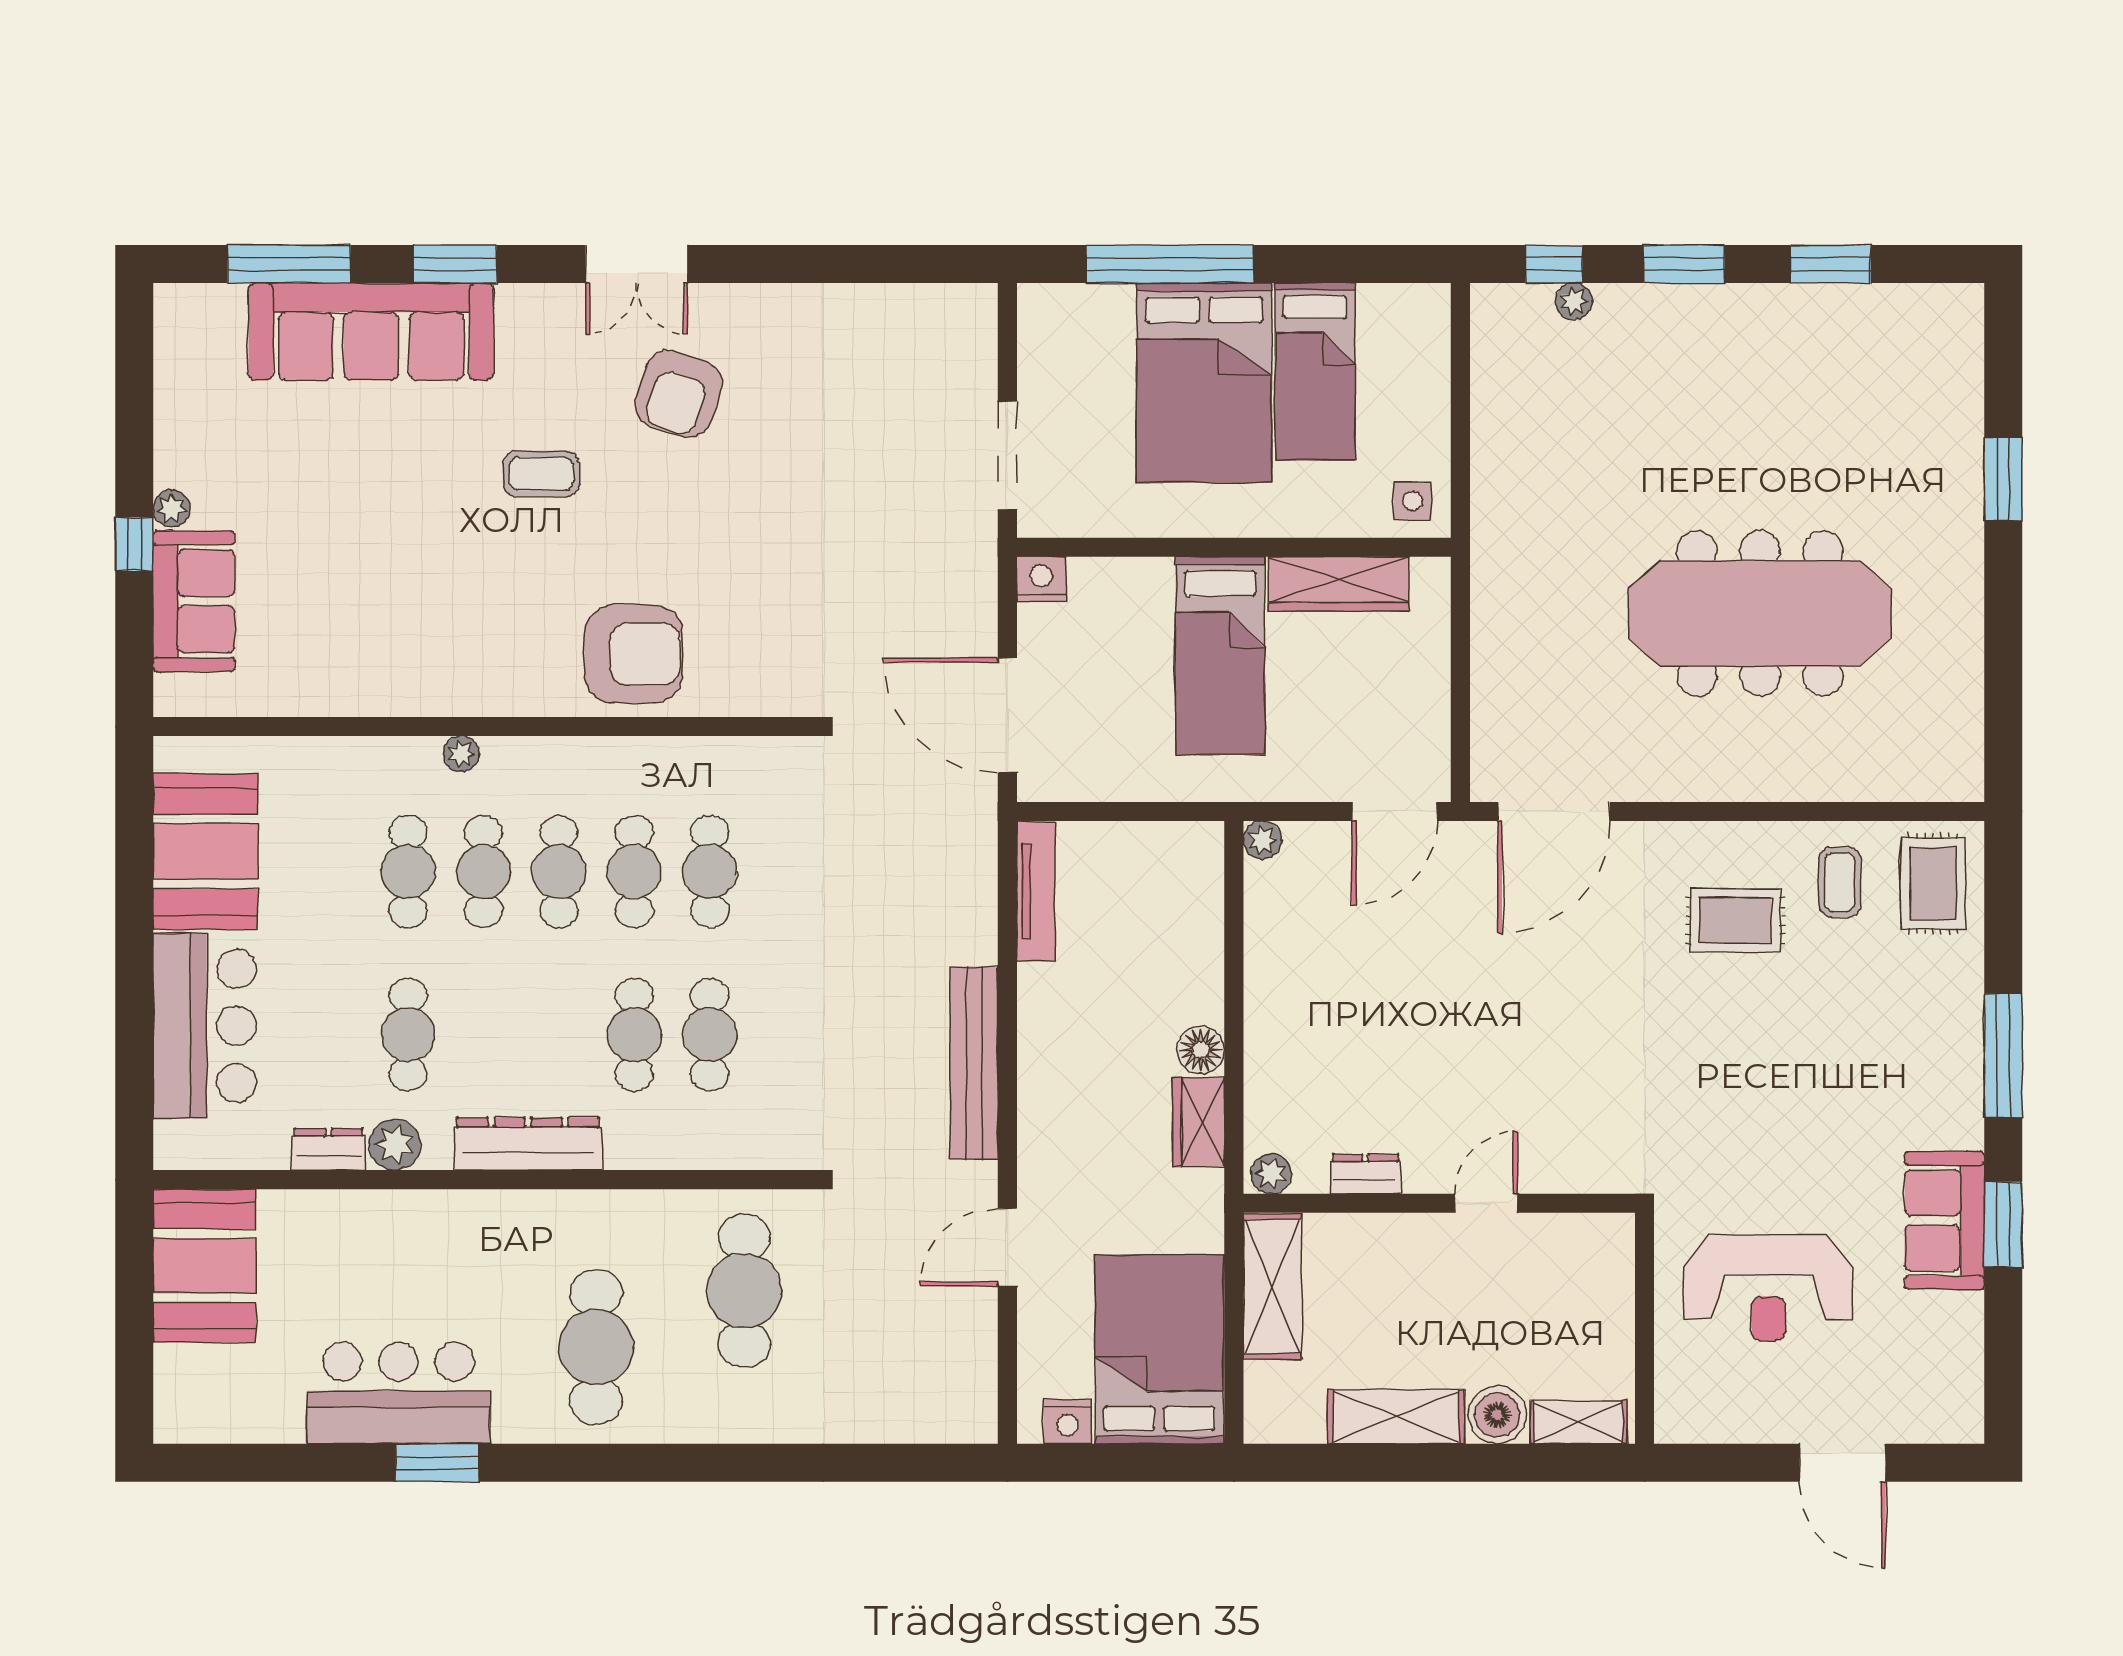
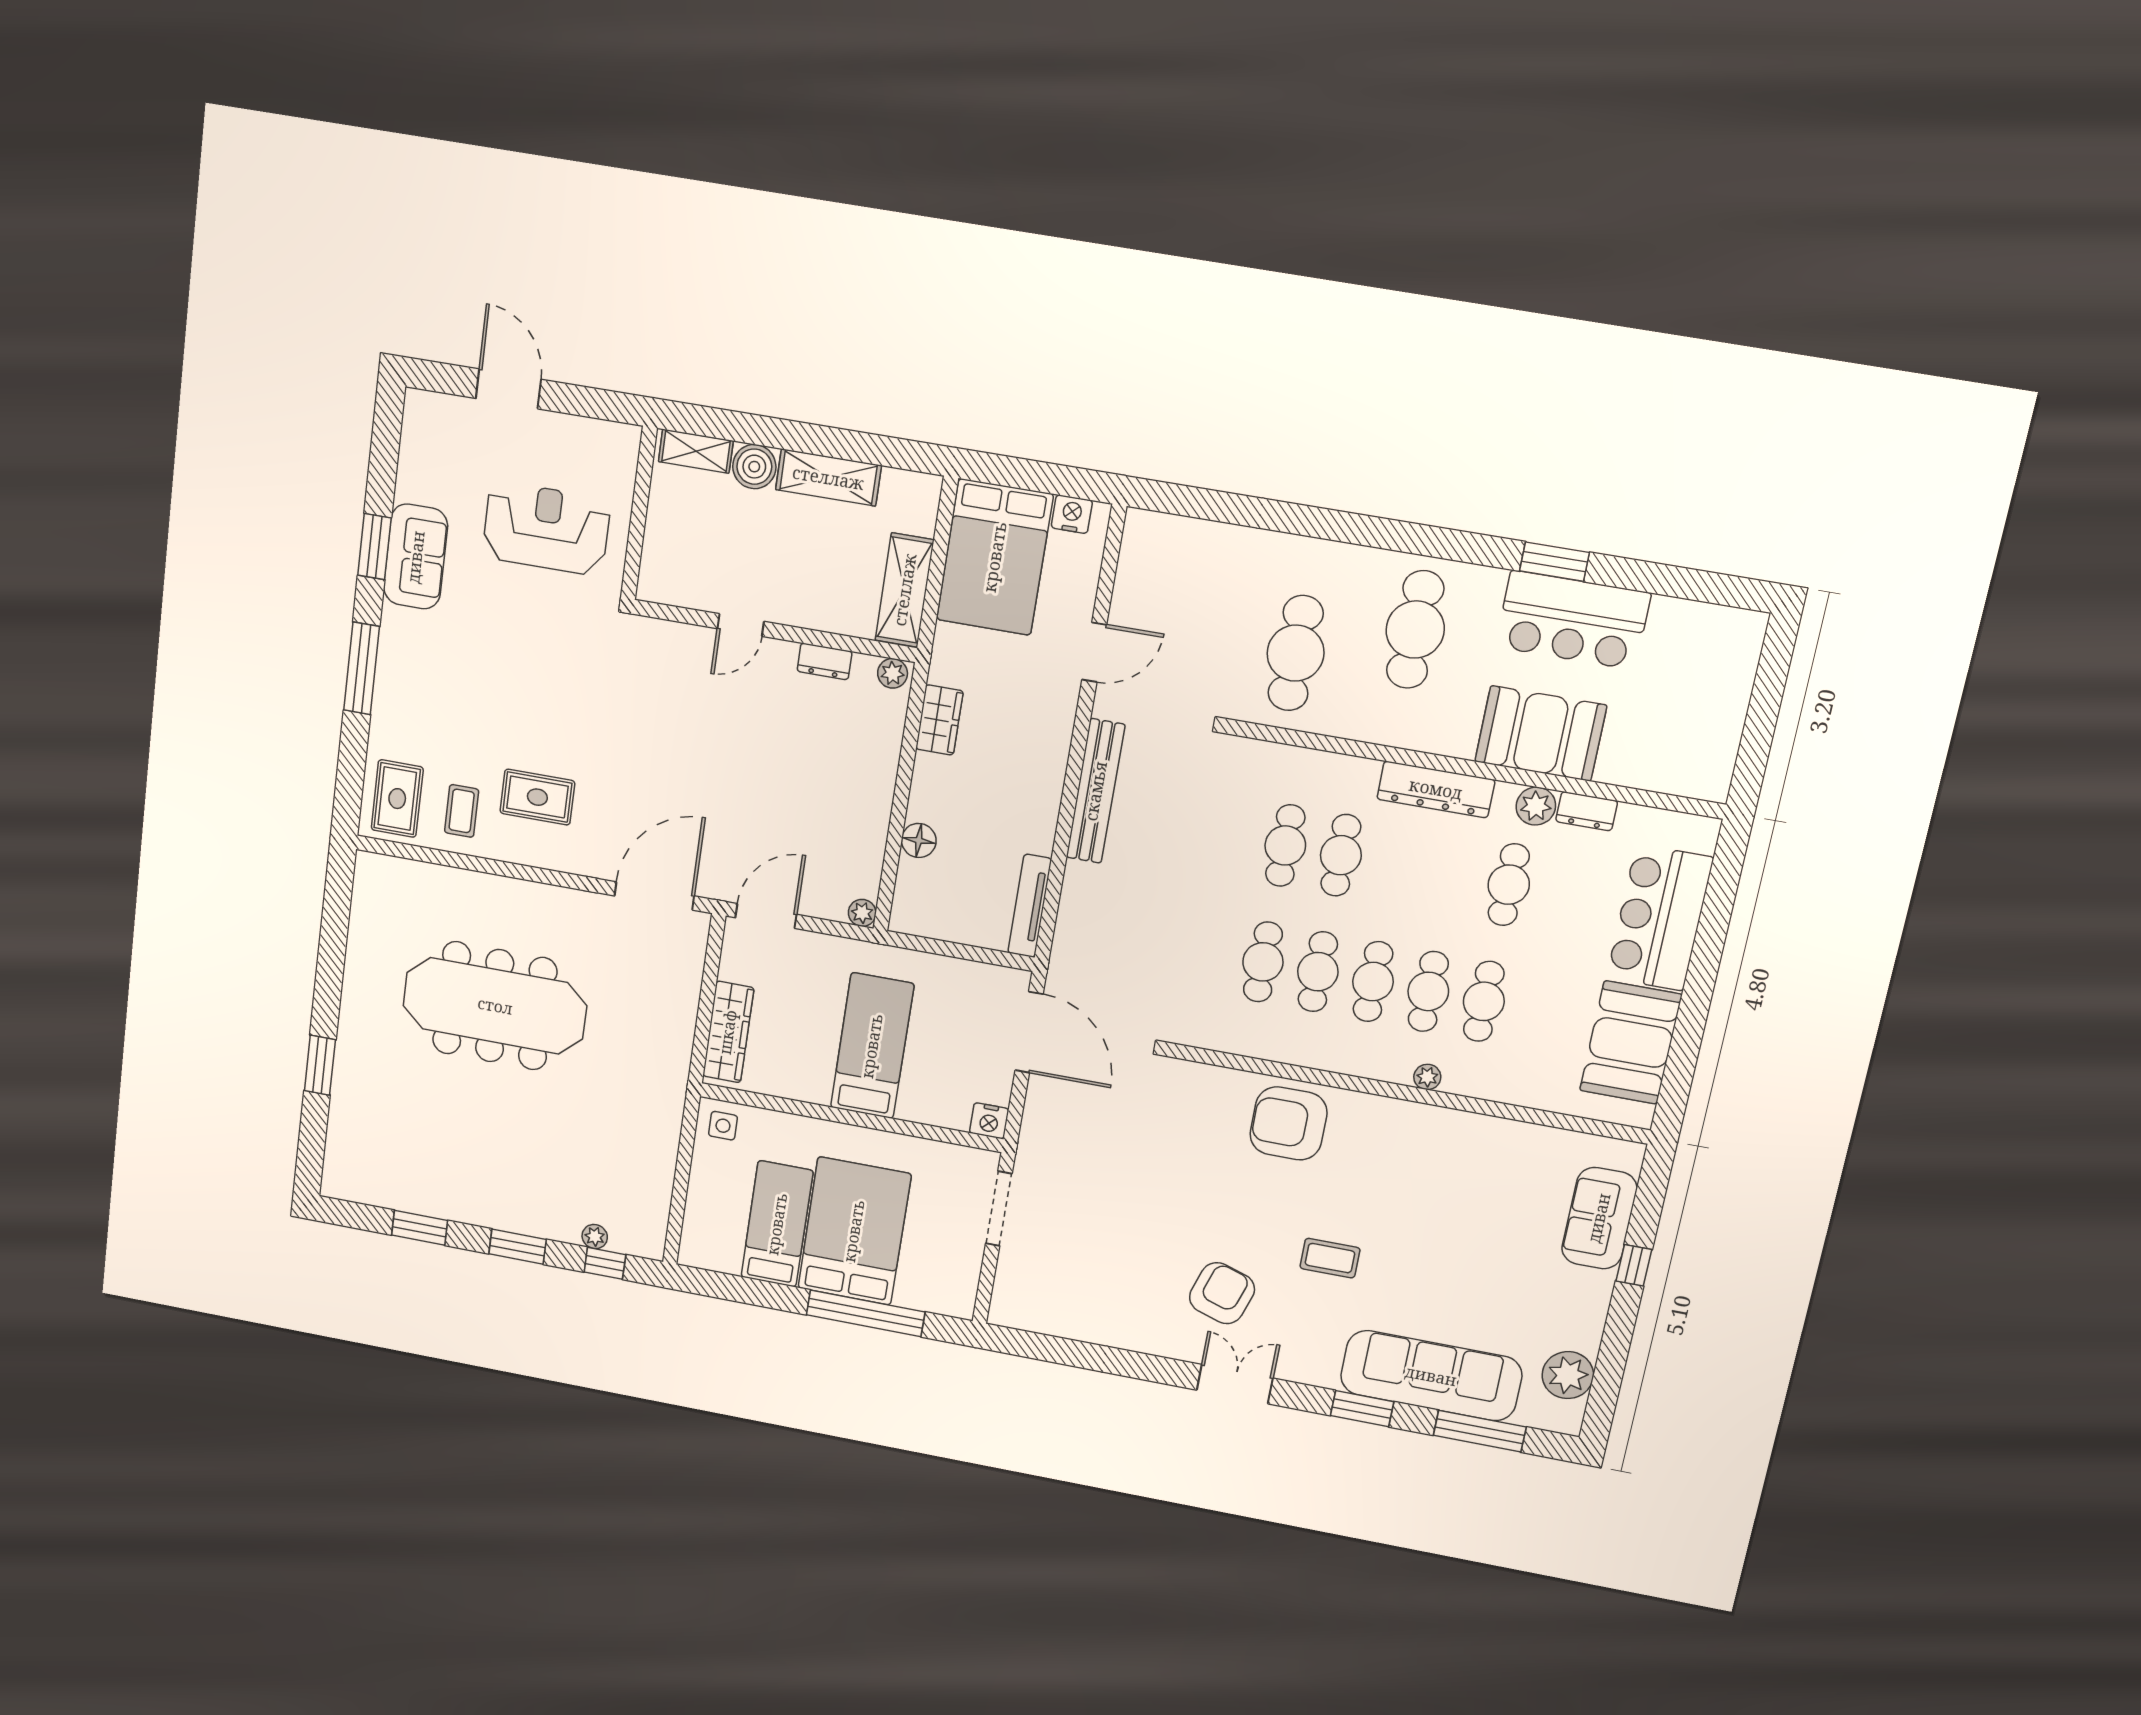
plant: (172, 508) -> (1568, 1375), moved, width x1.87, depth x1.87
wardrobe: (1339, 584) -> (728, 1032), moved, turned 90
floor lamp: (1201, 1050) -> (919, 840), moved
booth: (205, 1266) -> (1541, 733), moved, turned 90

